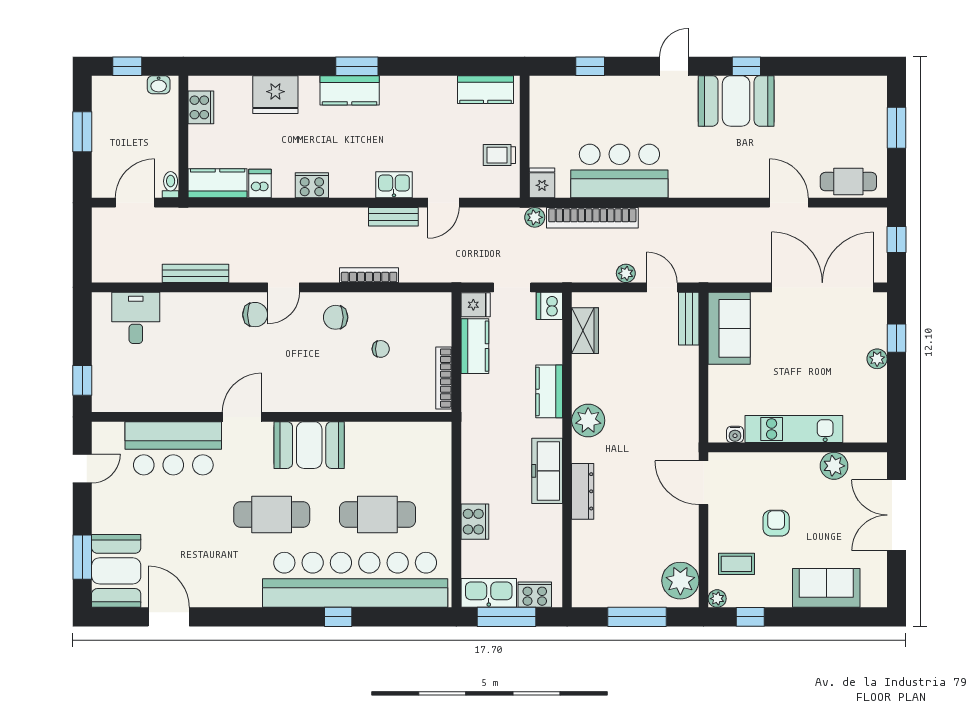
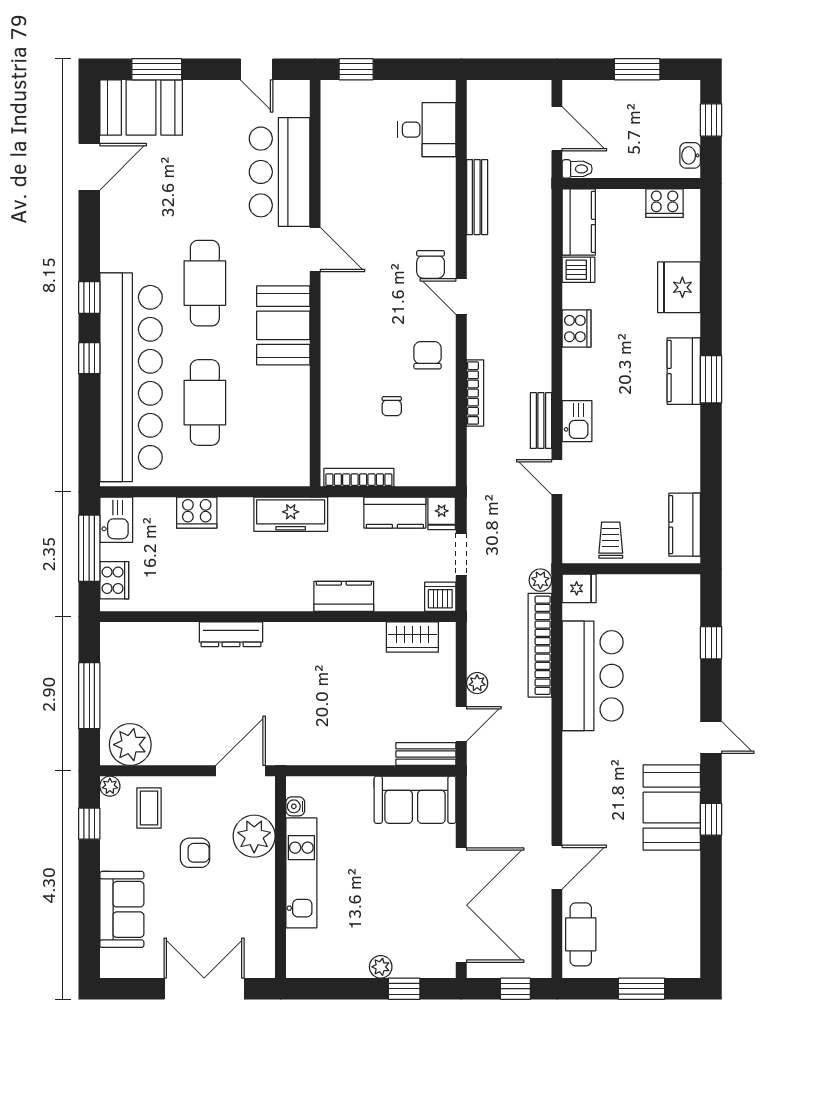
plant: (588, 420) -> (311, 641), removed
plant: (834, 466) -> (254, 836), moved, width x1.36, depth x1.36
freezer: (547, 471) -> (291, 514), moved, turned 180
kitchen sink: (489, 593) -> (116, 520), width x0.73
window: (284, 617) -> (89, 297), added

